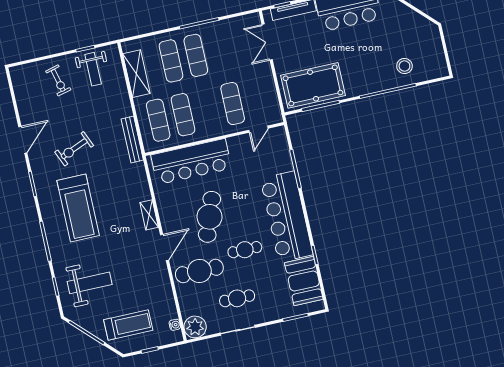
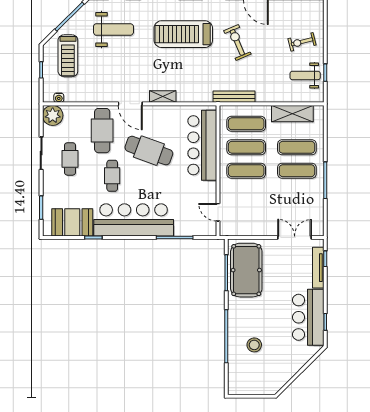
stool: (404, 66) -> (254, 345), moved
exercise mat: (233, 104) -> (246, 171), moved
weight bench: (90, 283) -> (113, 29), turned -90

